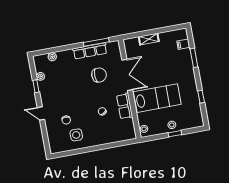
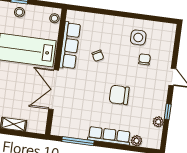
row of seats: (90, 51) -> (109, 136), moved
chair: (99, 75) -> (119, 95), moved
row of seats: (125, 106) -> (70, 46), width x1.48

